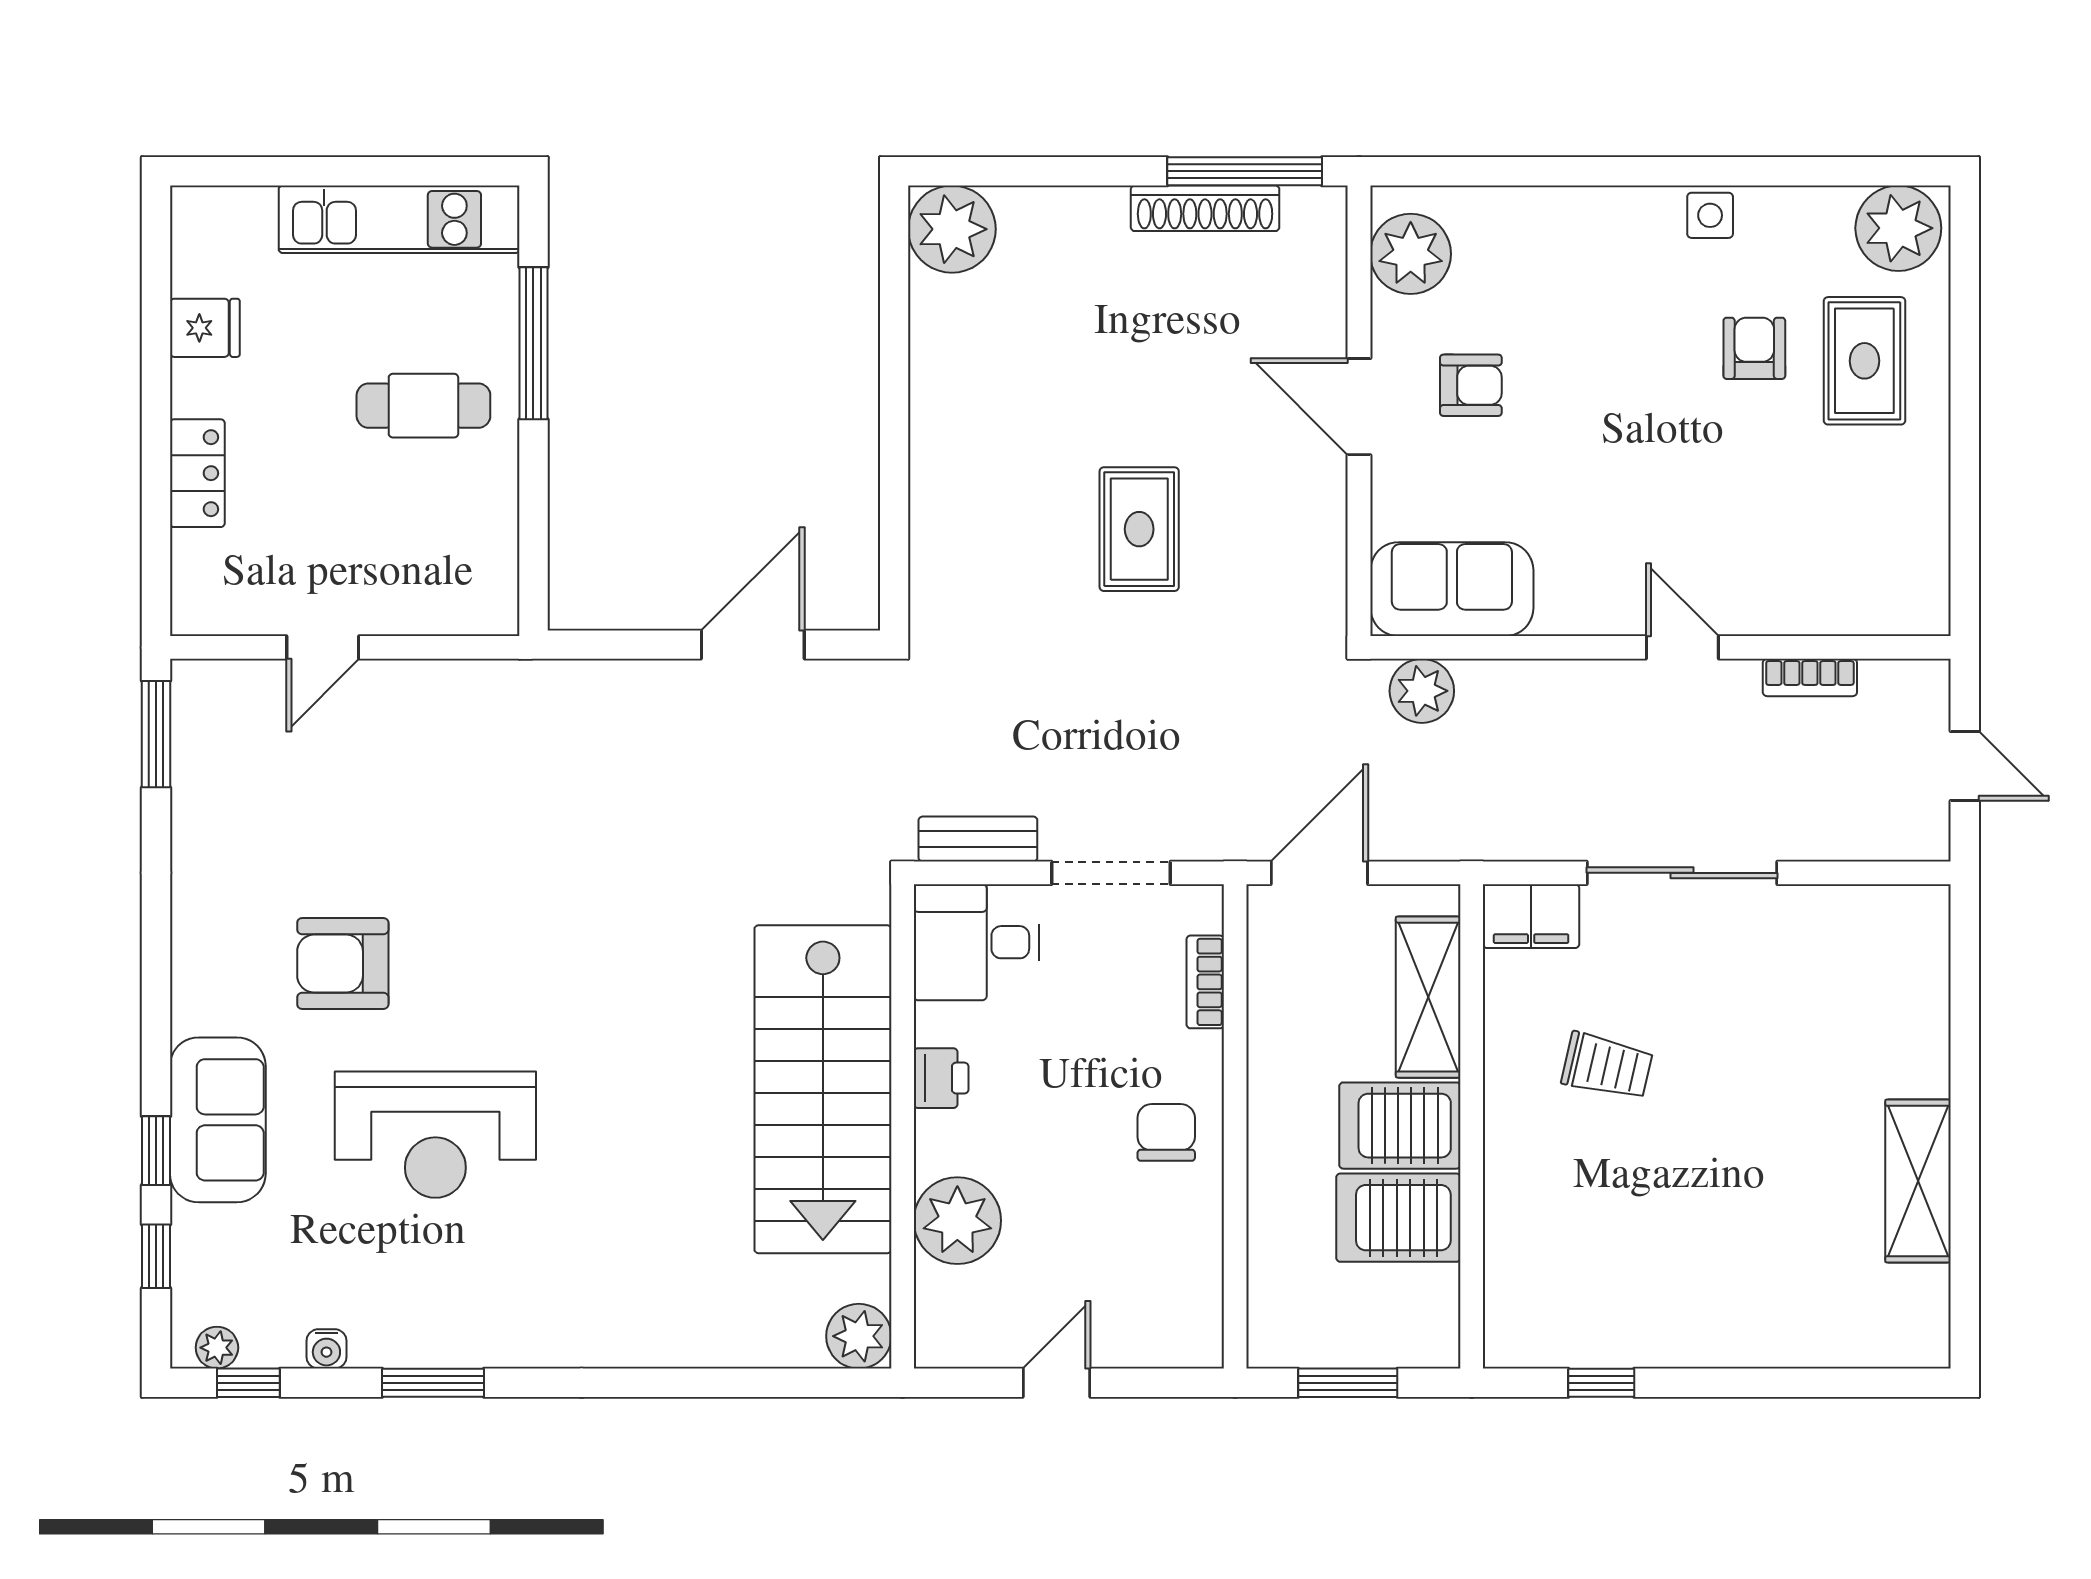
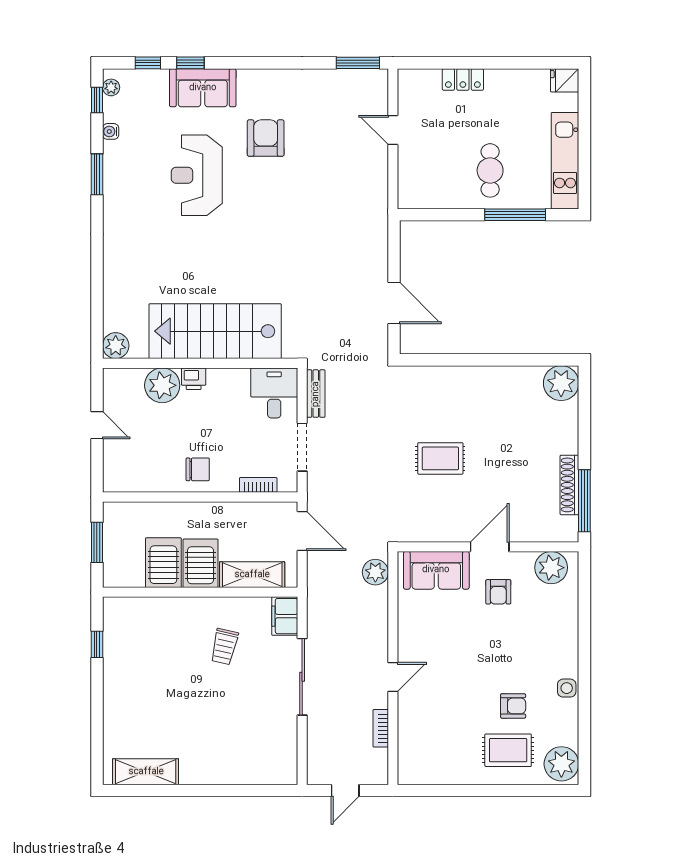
fridge: (205, 328) -> (565, 80), moved, turned 90
sofa: (1452, 589) -> (436, 570), moved, turned 90
printer: (941, 1078) -> (194, 379), moved
shelving: (1918, 1181) -> (146, 772), moved

